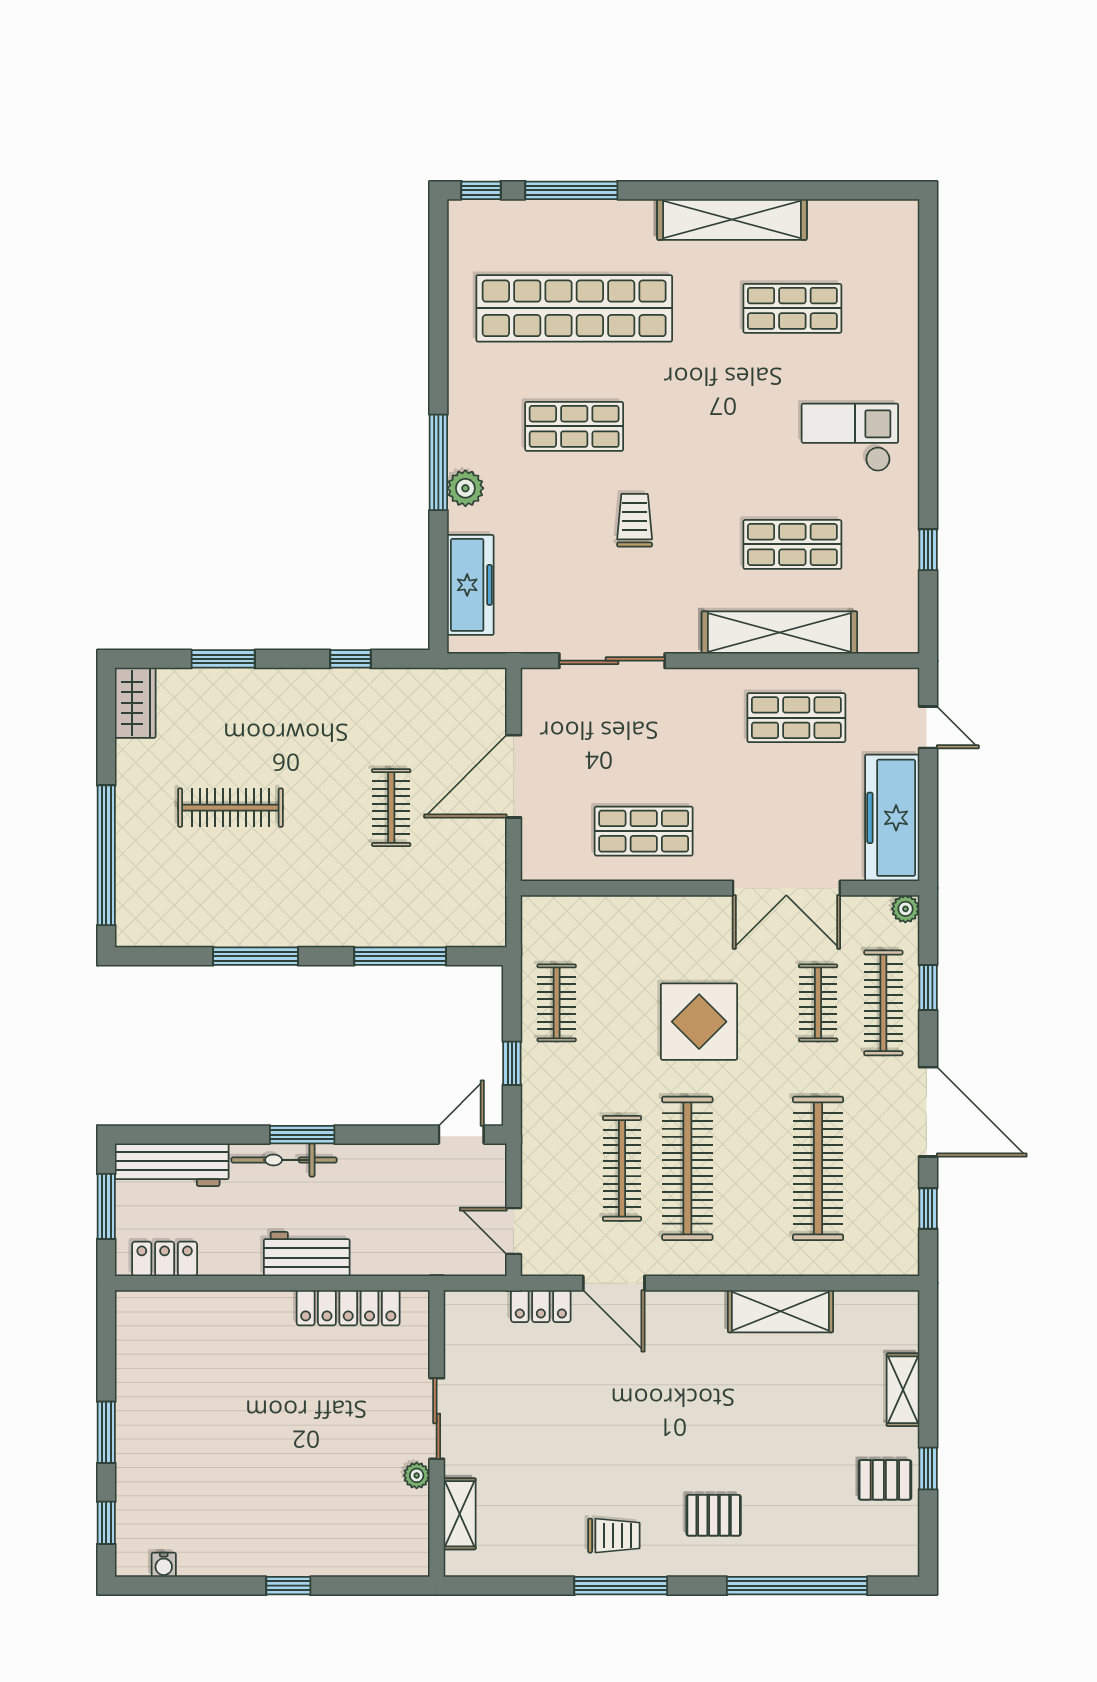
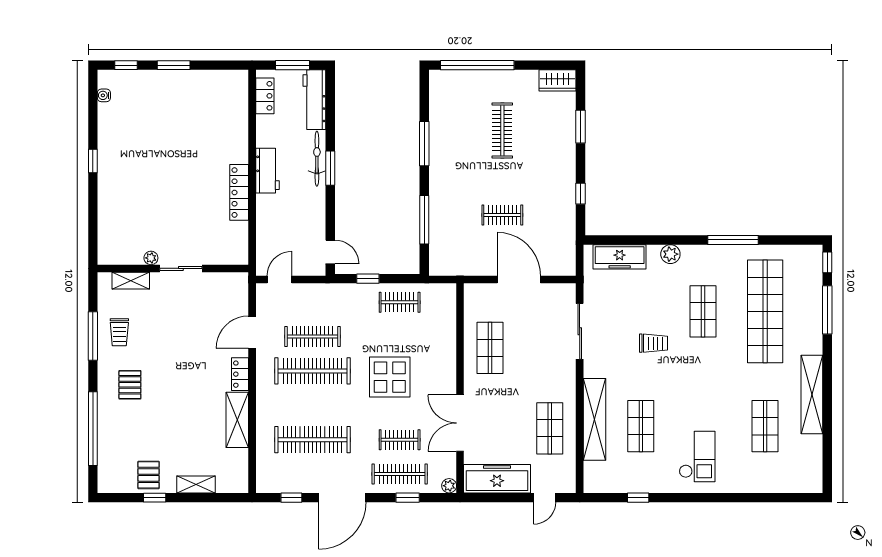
window: (438, 462) -> (733, 240), moved
locker: (541, 1306) -> (240, 374), moved
sliding door: (437, 1418) -> (181, 268), moved
wall: (437, 1434) -> (173, 268), moved
plant: (417, 1475) -> (151, 258), moved
shelving: (460, 1514) -> (131, 281), moved

